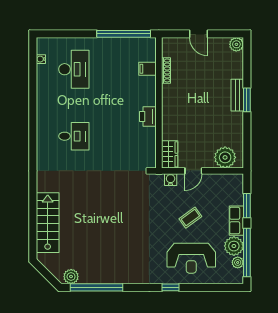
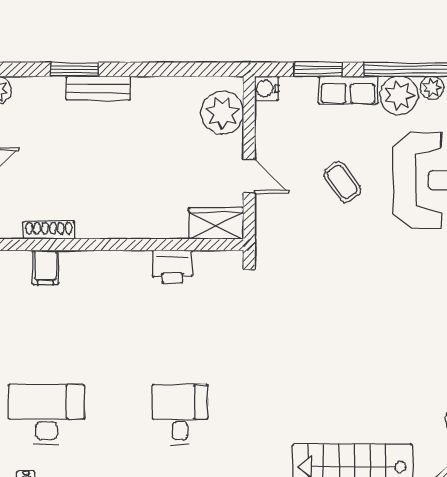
window: (247, 100) -> (75, 69), moved
printer: (148, 116) -> (172, 267), moved
water cooler: (171, 180) -> (267, 88), moved

